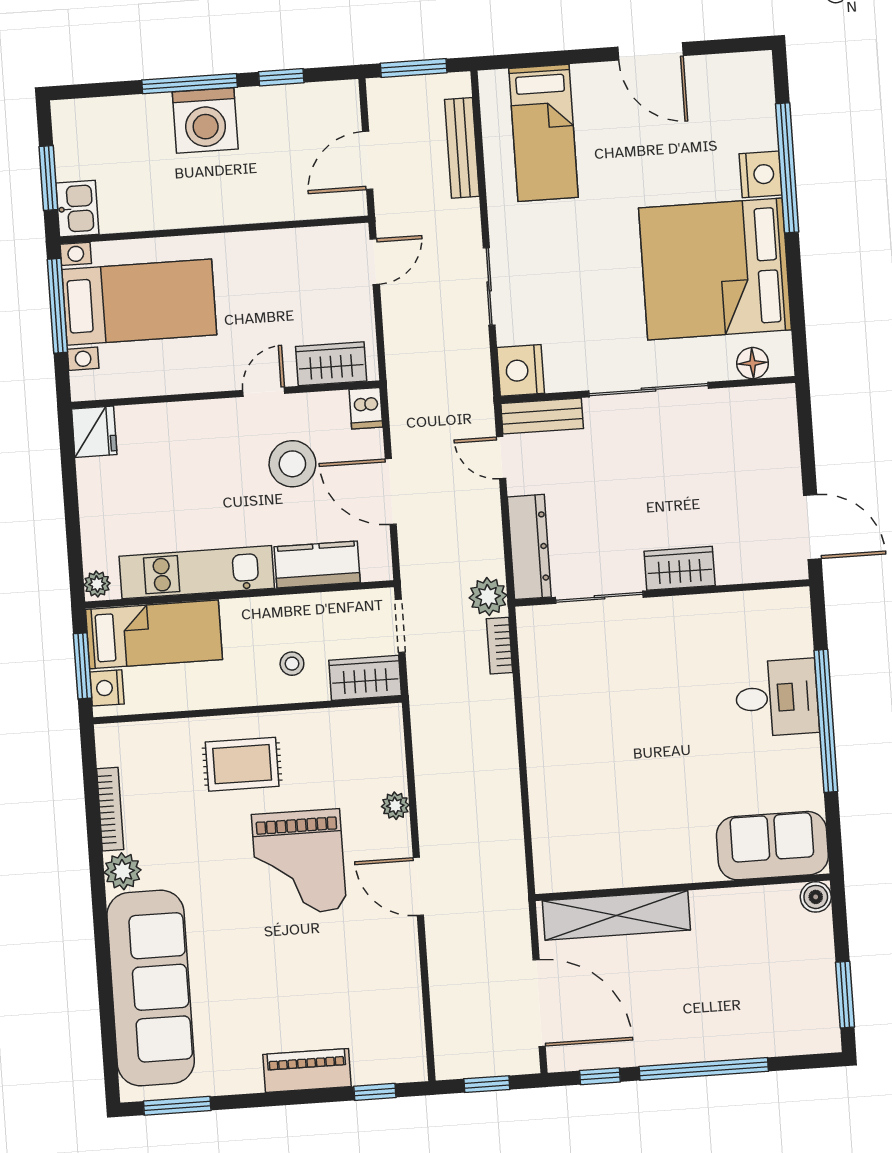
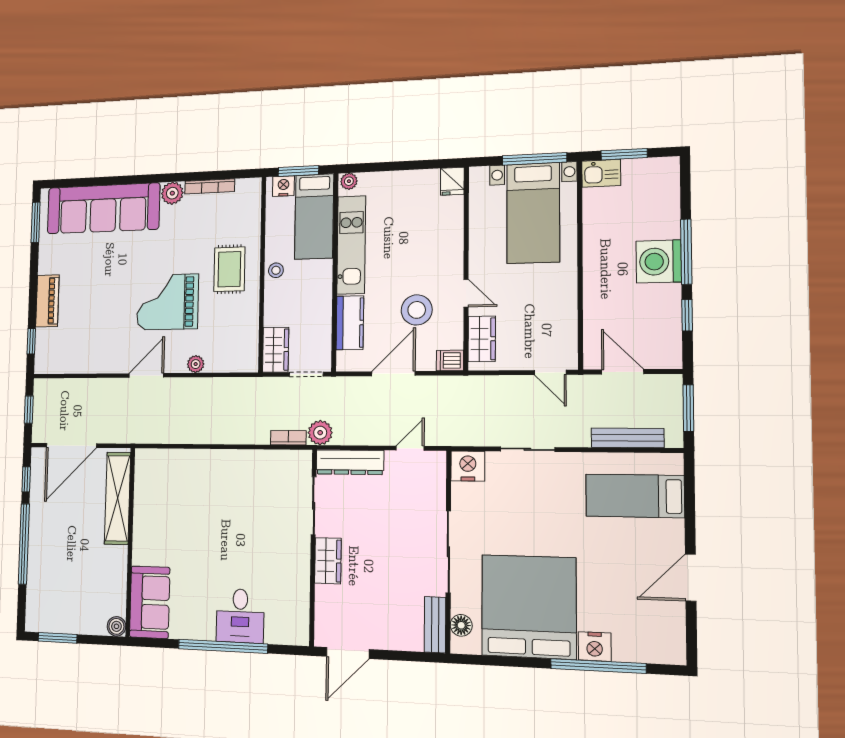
bench: (542, 416) -> (435, 625), moved
fridge: (94, 432) -> (452, 181), width x0.72
stool: (292, 664) -> (276, 270), moved

